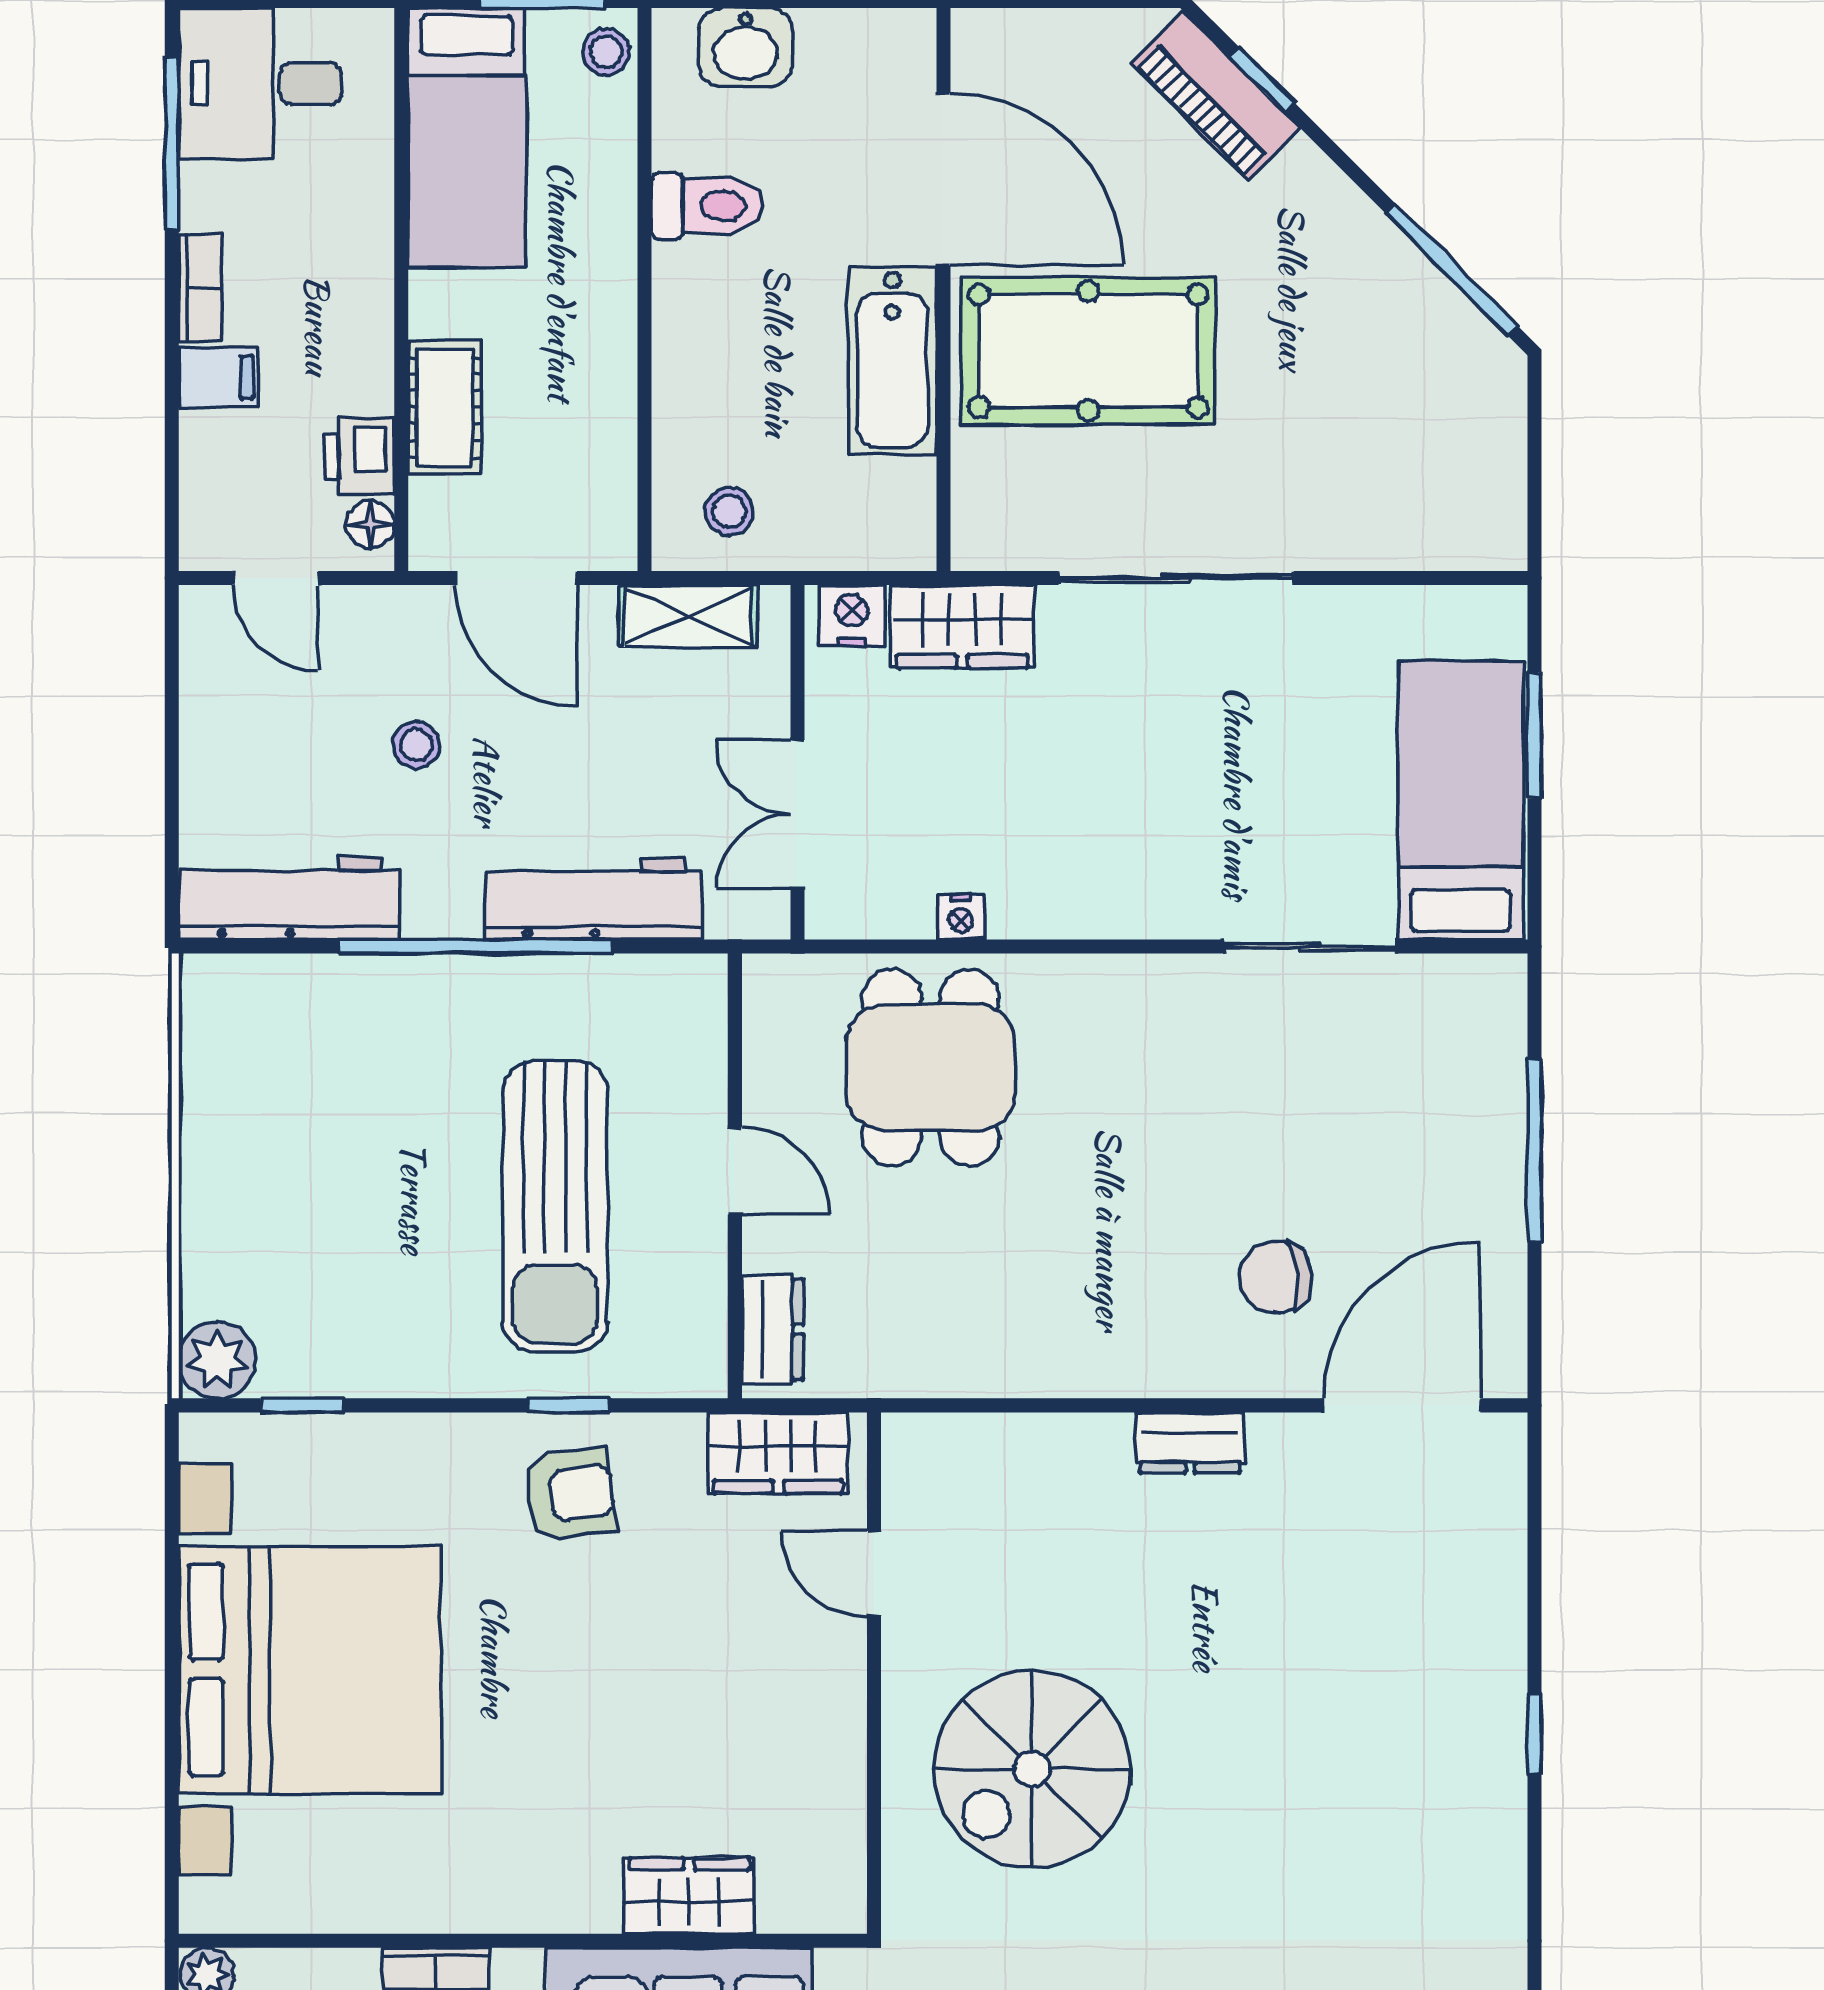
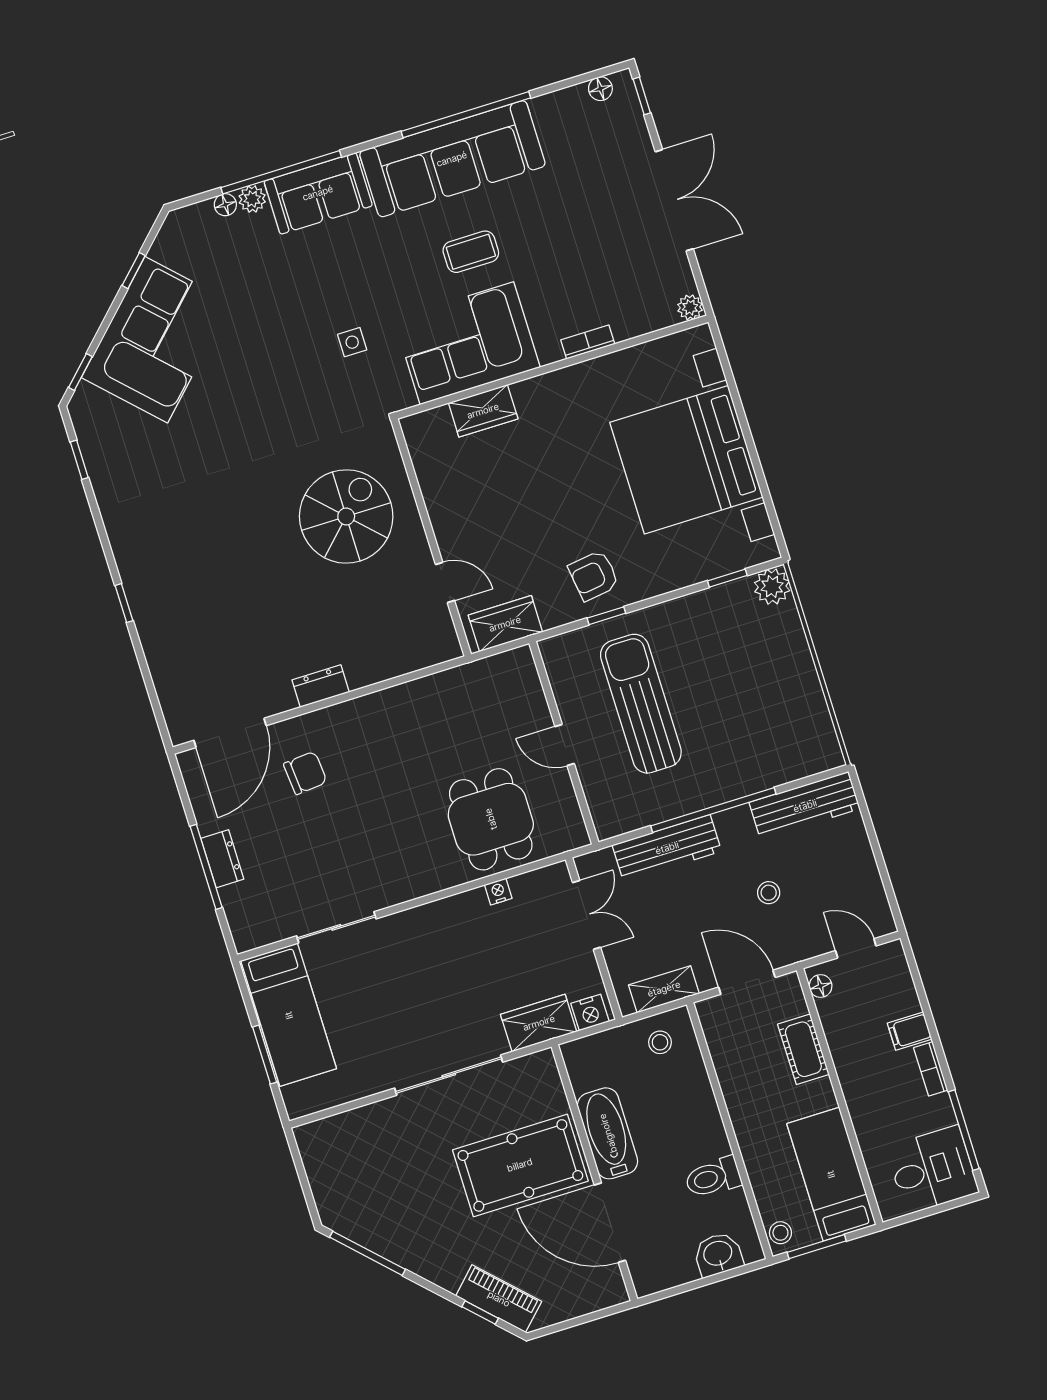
printer: (360, 456) -> (835, 1015), removed
dresser: (773, 1330) -> (222, 859), moved, turned 180

